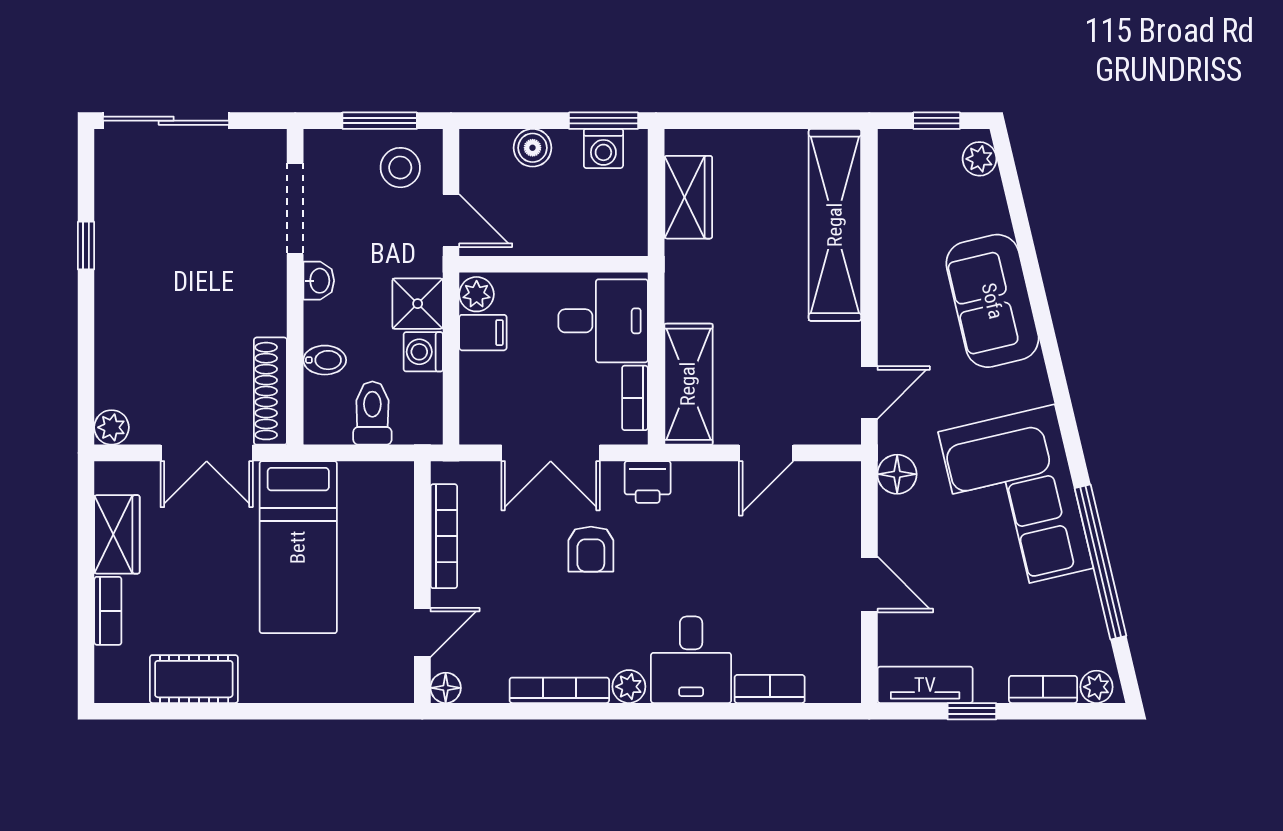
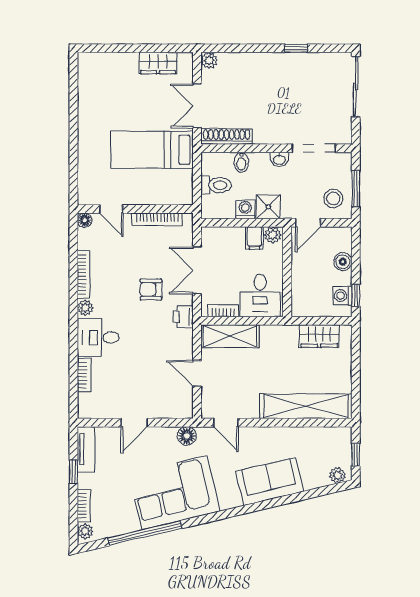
window: (604, 121) -> (356, 296), width x0.67
bookcase: (108, 611) -> (121, 59), removed
cot: (194, 679) -> (89, 100), removed

